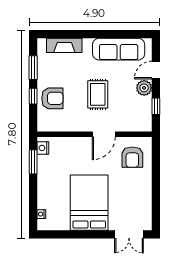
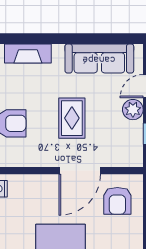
door: (104, 134) -> (80, 171), width x1.36

